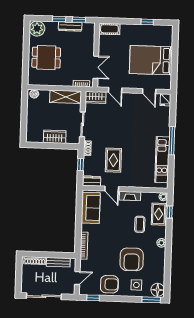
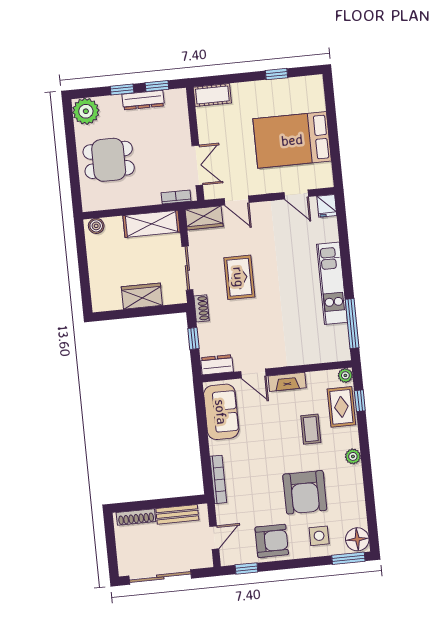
window: (172, 141) -> (352, 324), moved
rug: (113, 160) -> (239, 277), moved
kitchen unit: (162, 160) -> (332, 283), moved

